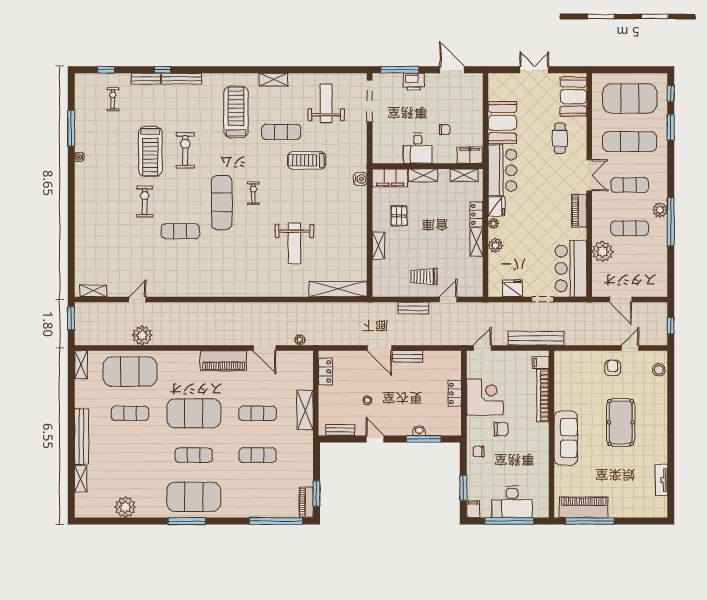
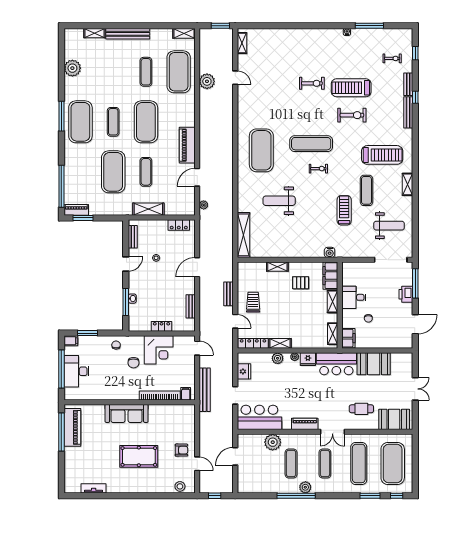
locker: (476, 214) -> (253, 343), moved, width x1.53
exercise mat: (180, 231) -> (261, 150), moved, width x2.00, depth x1.45
bench: (407, 356) -> (191, 306), moved
exercise mat: (258, 455) -> (113, 172), width x2.00, depth x1.45

